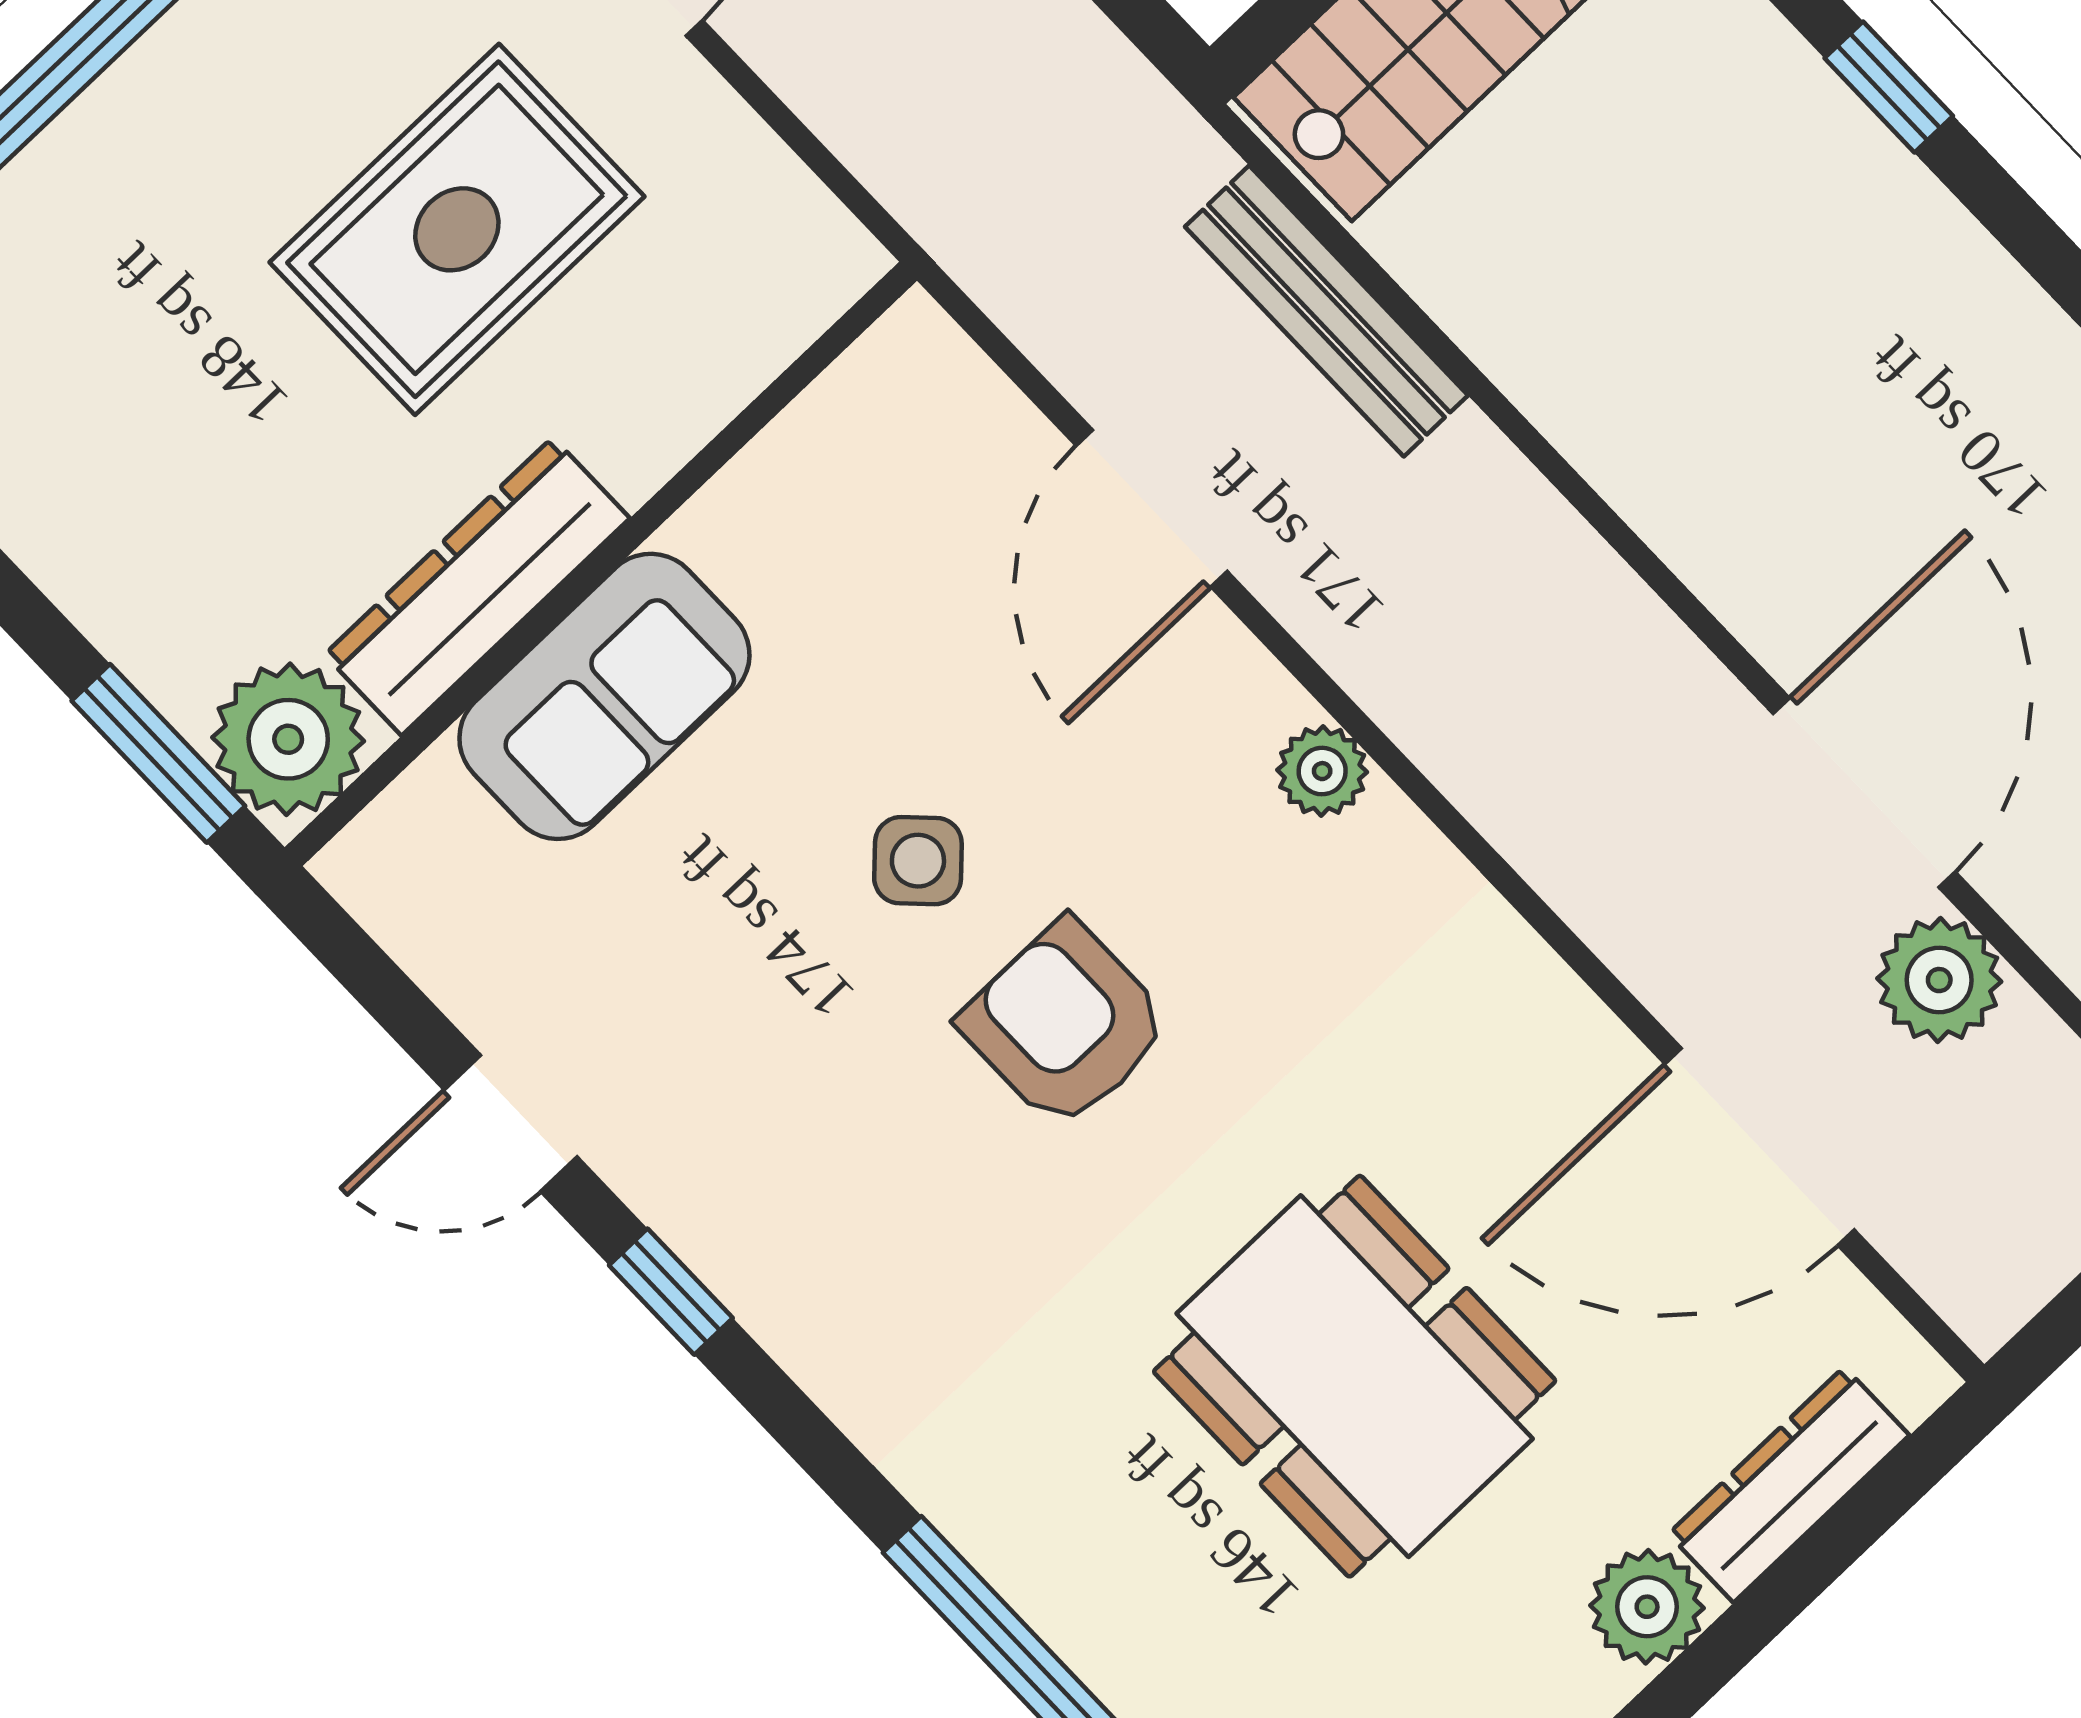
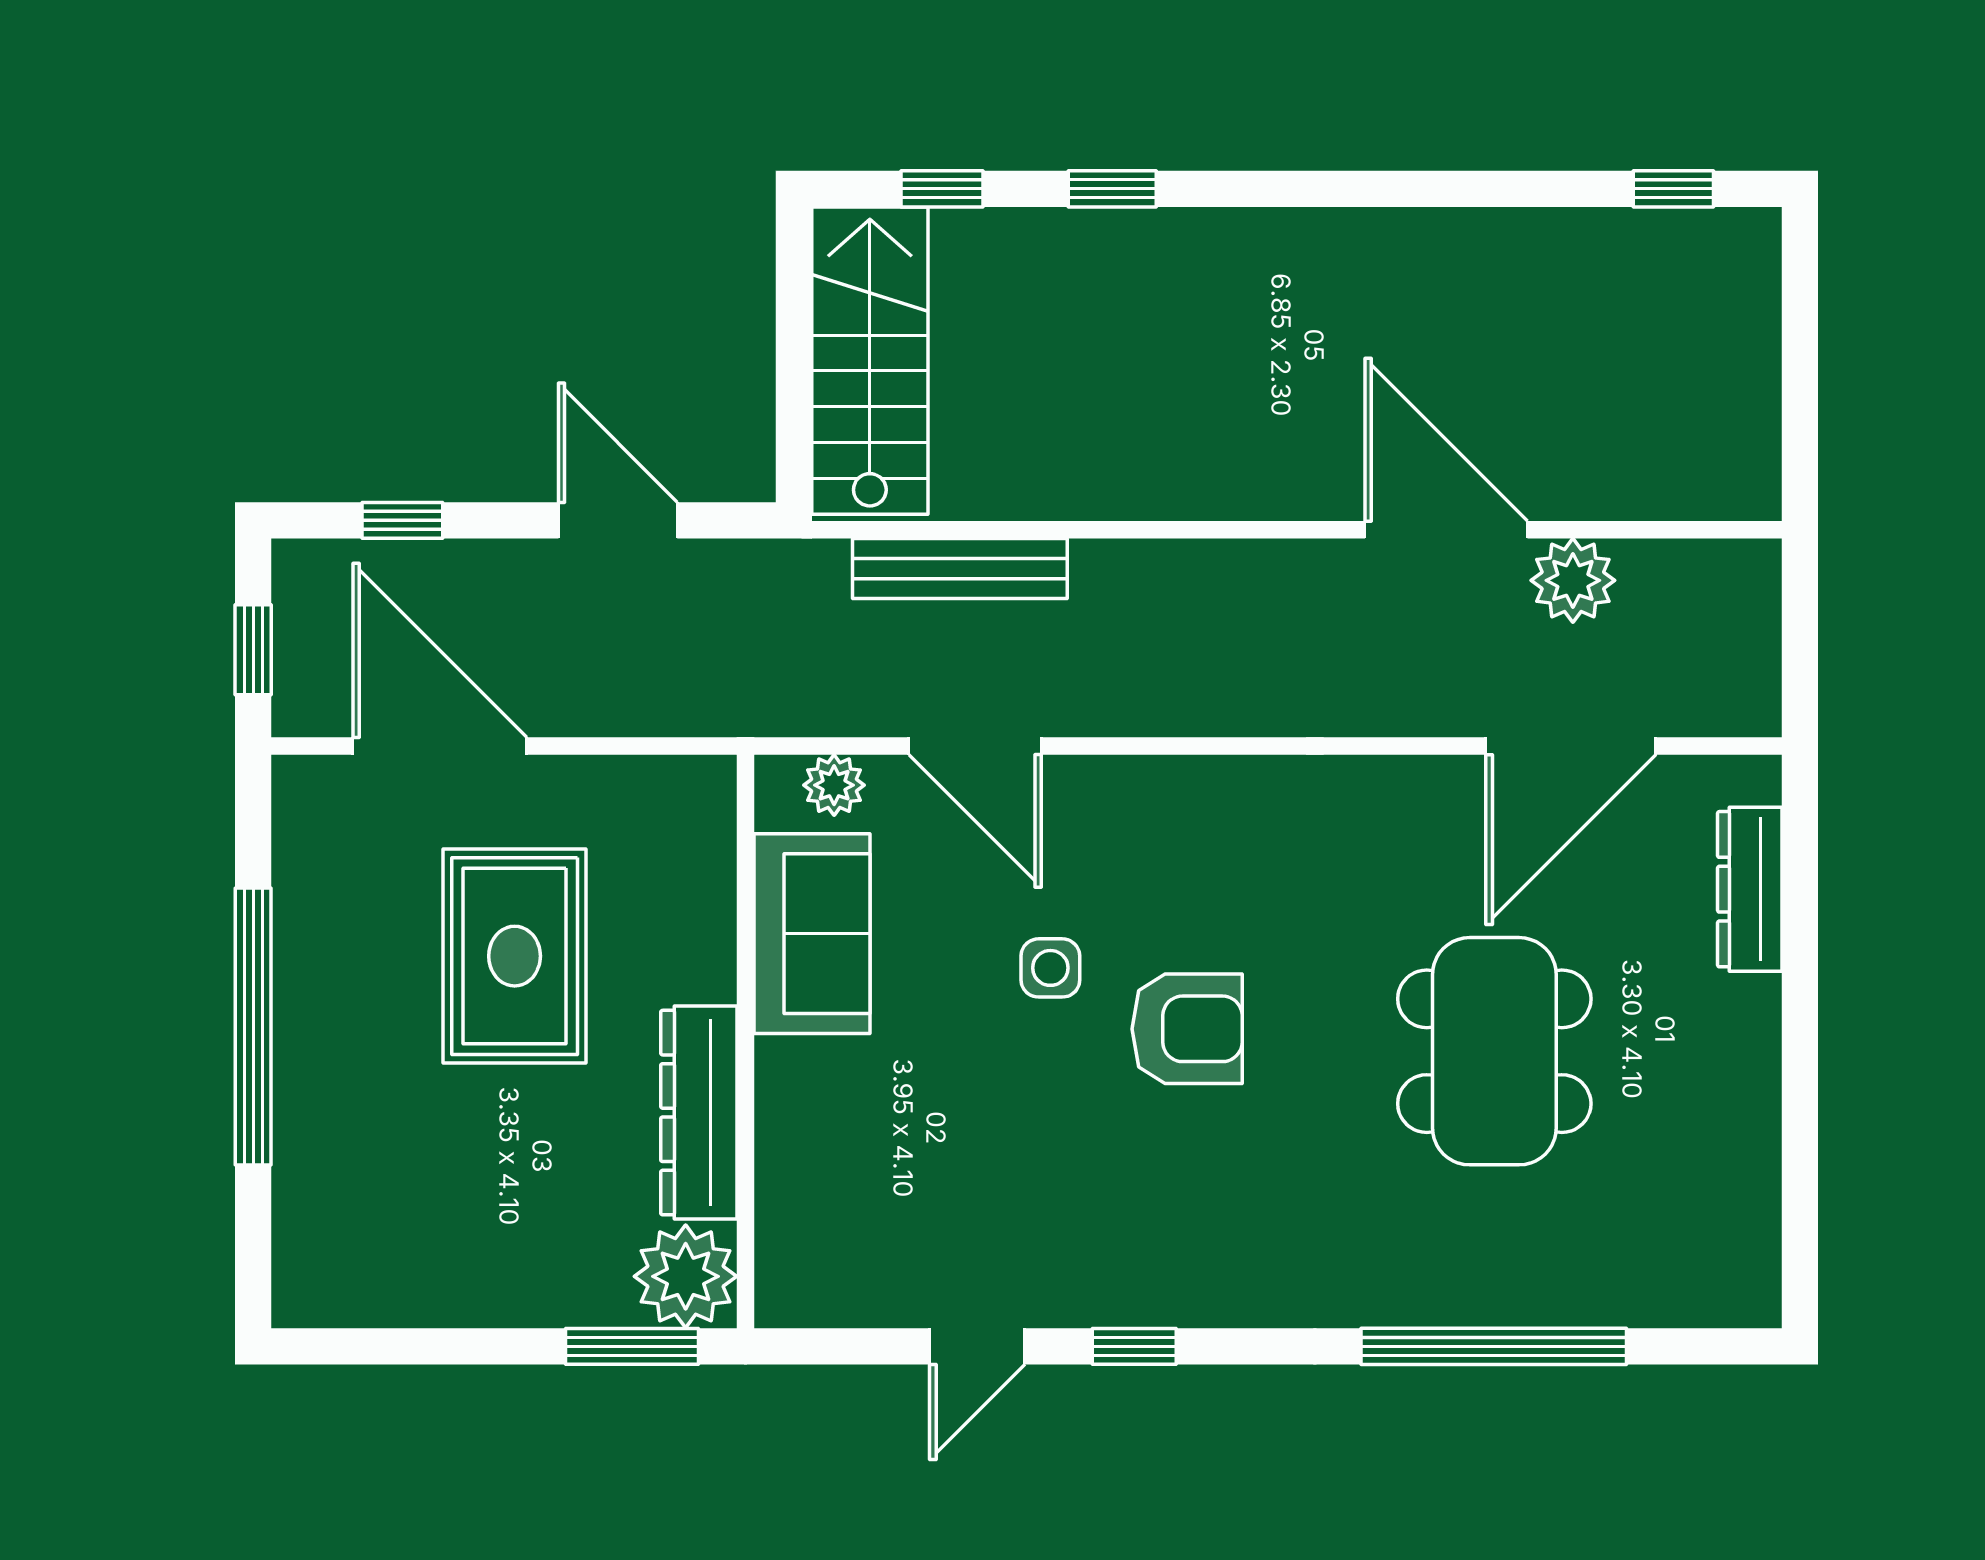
sofa: (604, 696) -> (812, 934), moved
plant: (1322, 771) -> (834, 785), moved
side table: (918, 861) -> (1050, 968), moved, turned 45
armchair: (1065, 1024) -> (1187, 1029), turned 180
dining table: (1355, 1376) -> (1494, 1051), turned 90
plant: (1647, 1607) -> (1743, 1016), removed

